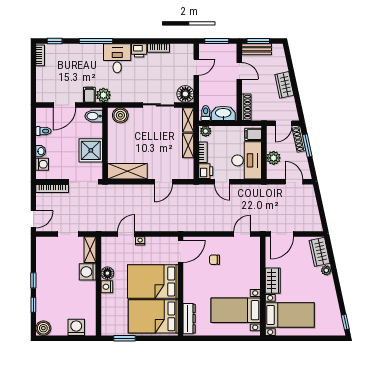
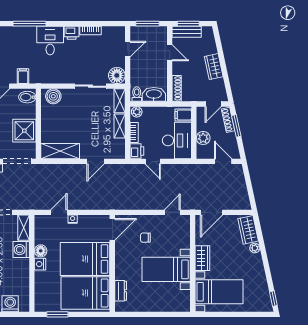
plant: (103, 95) -> (37, 77), removed
bed with nightstands: (236, 310) -> (166, 269), moved
dresser: (189, 319) -> (121, 291), width x0.70

